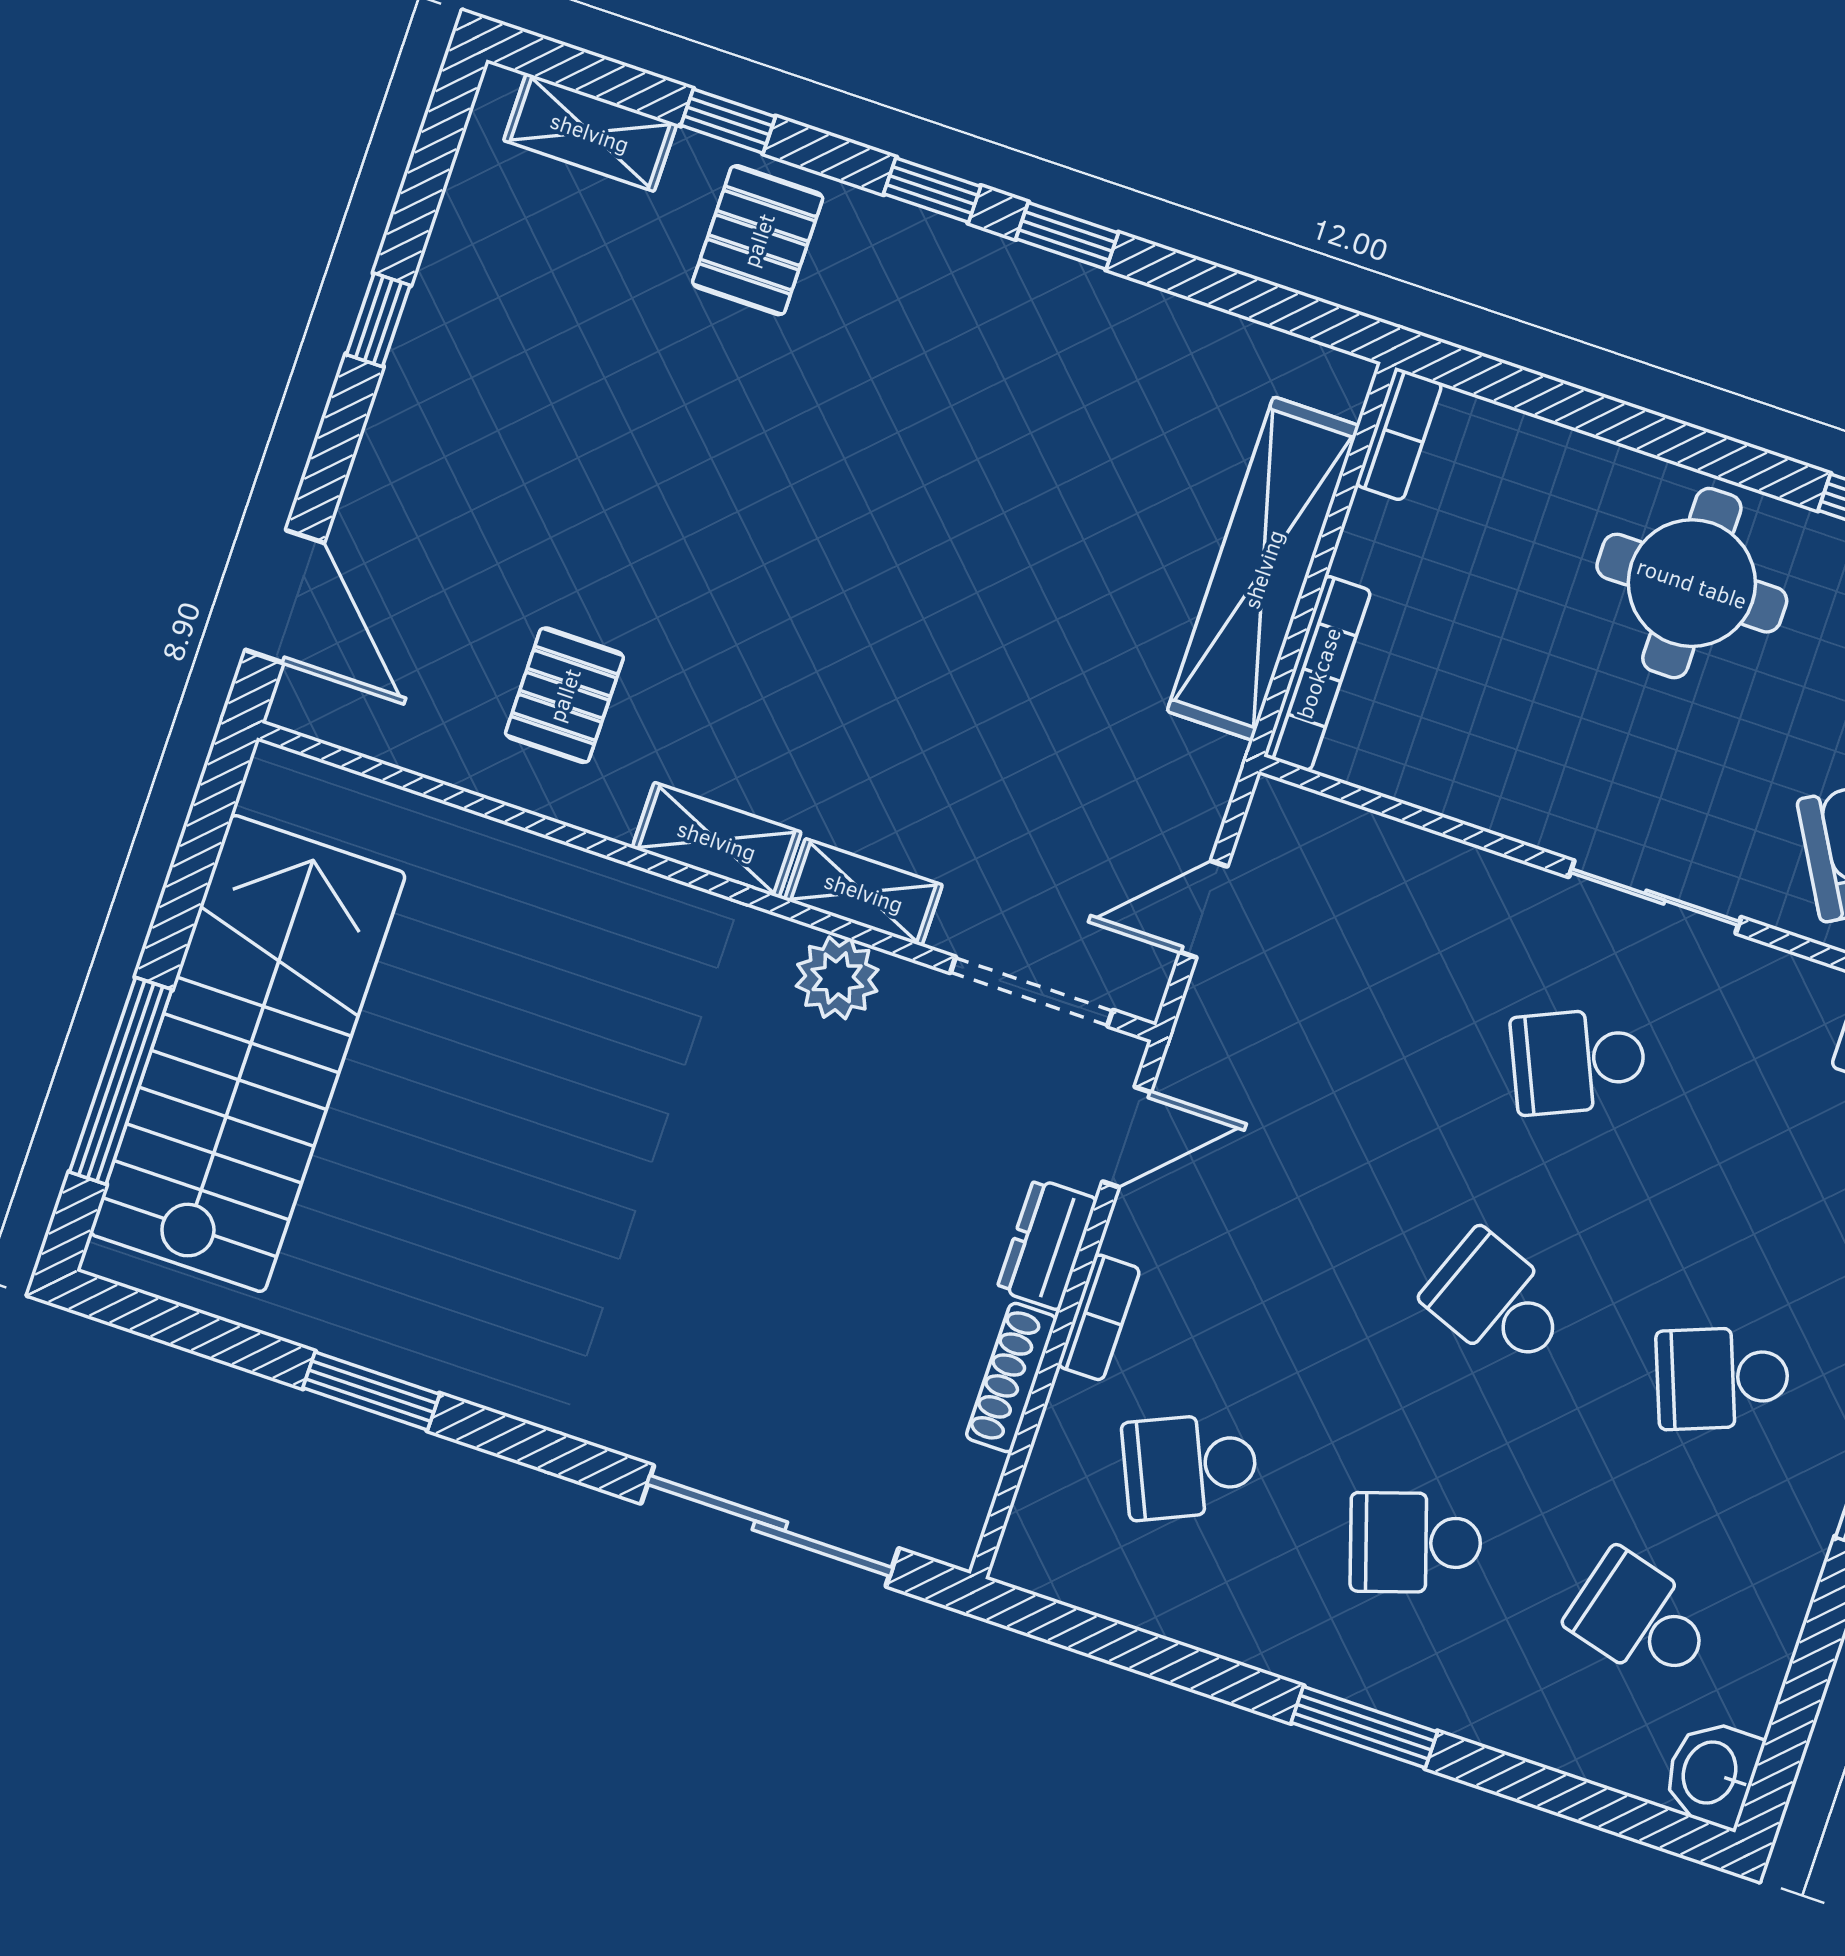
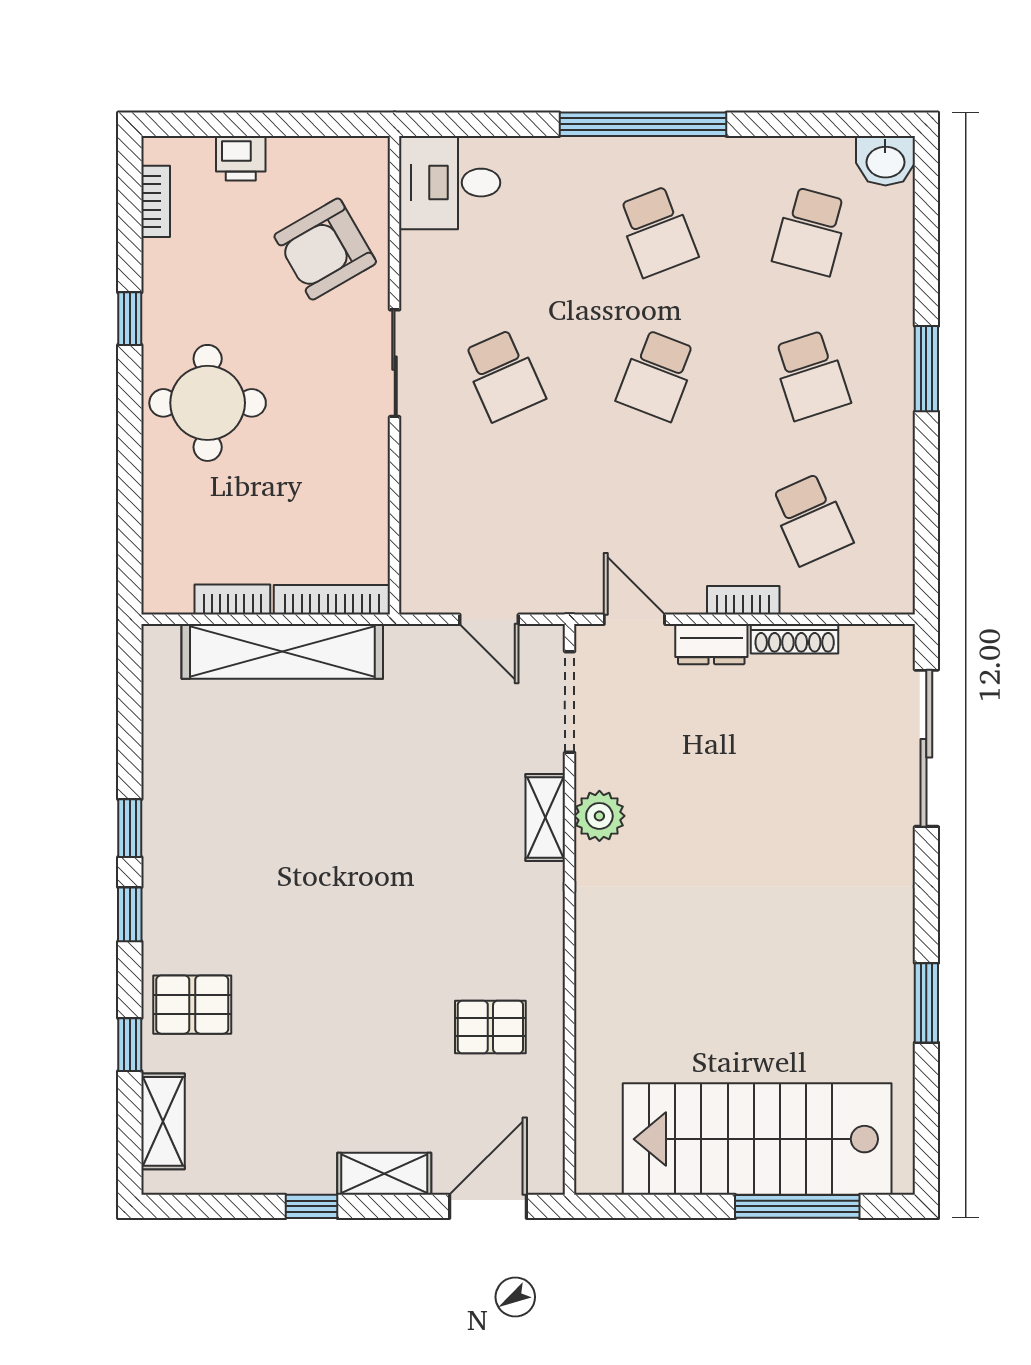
bookcase: (1399, 434) -> (232, 600), moved
shelving: (717, 840) -> (384, 1174), moved, turned 90

